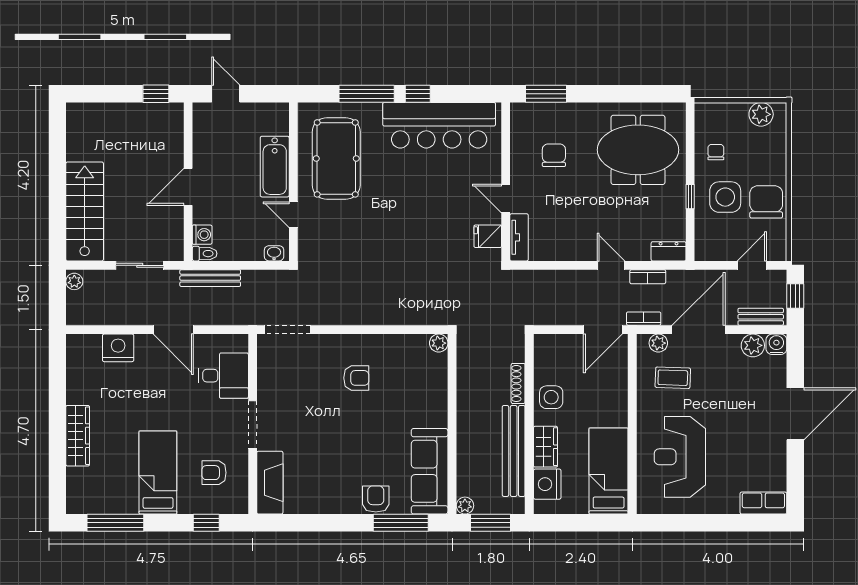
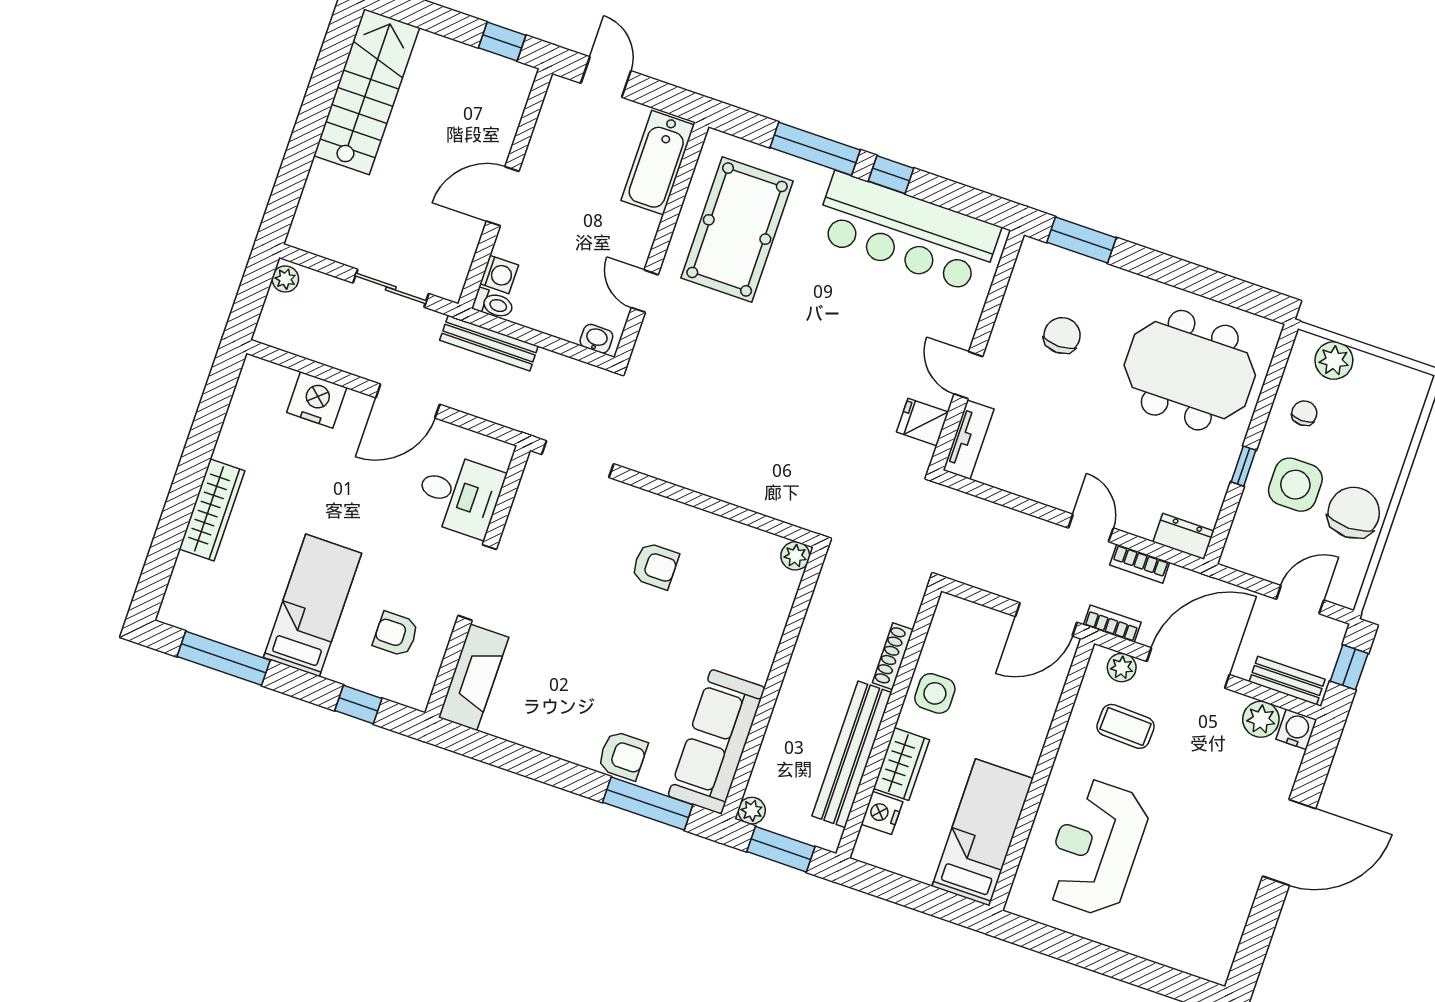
plant: (761, 114) -> (1334, 360), moved
bathtub: (275, 167) -> (658, 163), moved
stairs: (85, 211) -> (367, 92), moved
door: (173, 330) -> (408, 401), hinge flipped
nightstand: (547, 484) -> (882, 813), width x0.74, depth x0.75
armchair: (376, 499) -> (623, 756), turned 90
row of seats: (763, 503) -> (1196, 959), removed

